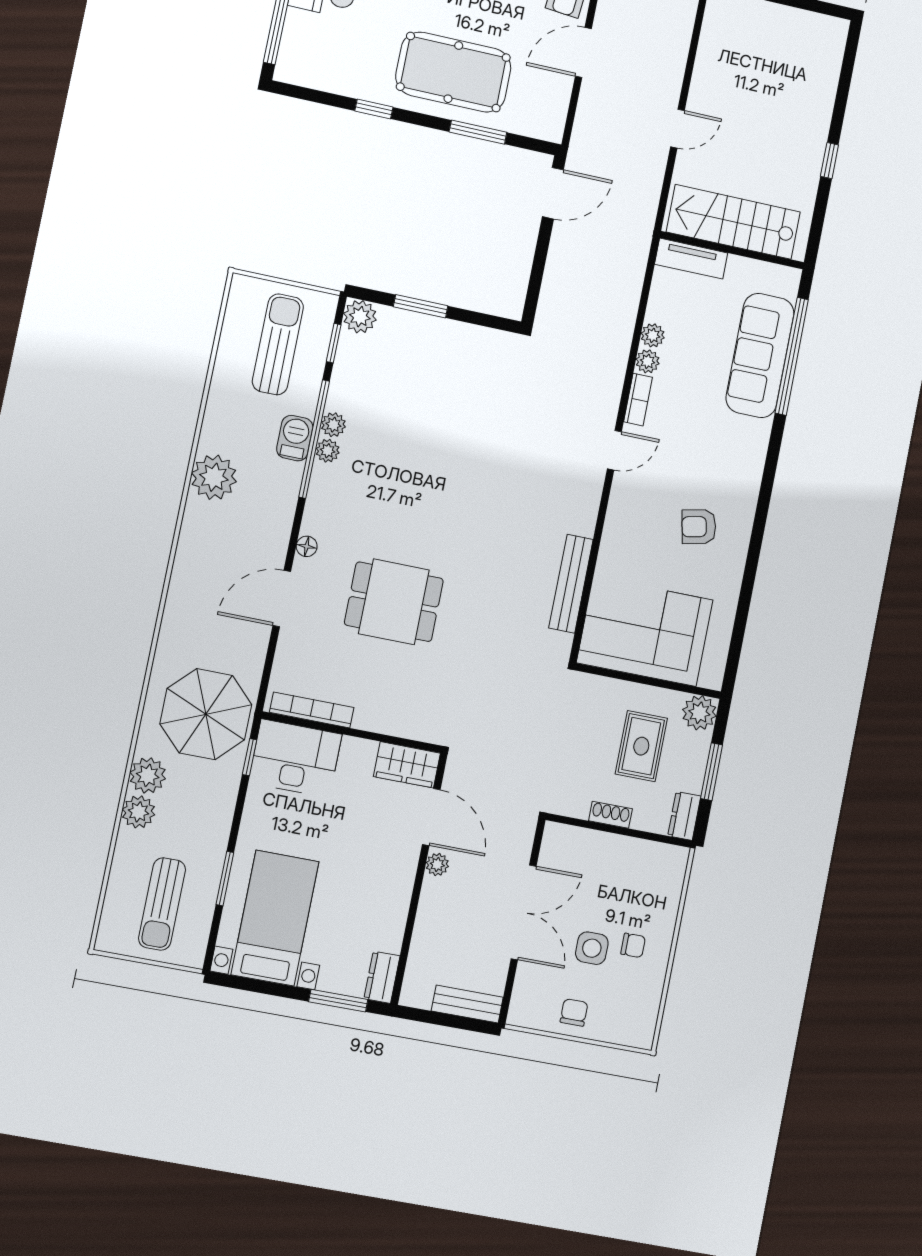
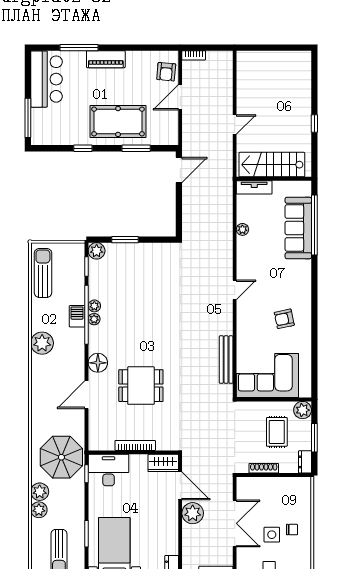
sun lounger: (278, 344) -> (43, 273), moved
plant: (648, 361) -> (242, 243), removed
bookcase: (638, 400) -> (241, 263), removed
floor lamp: (307, 546) -> (98, 363), width x1.89, depth x1.89
bookcase: (312, 710) -> (135, 445), moved
shoe rack: (610, 815) -> (264, 468), width x1.43
plant: (437, 865) -> (193, 513), width x1.87, depth x1.87

